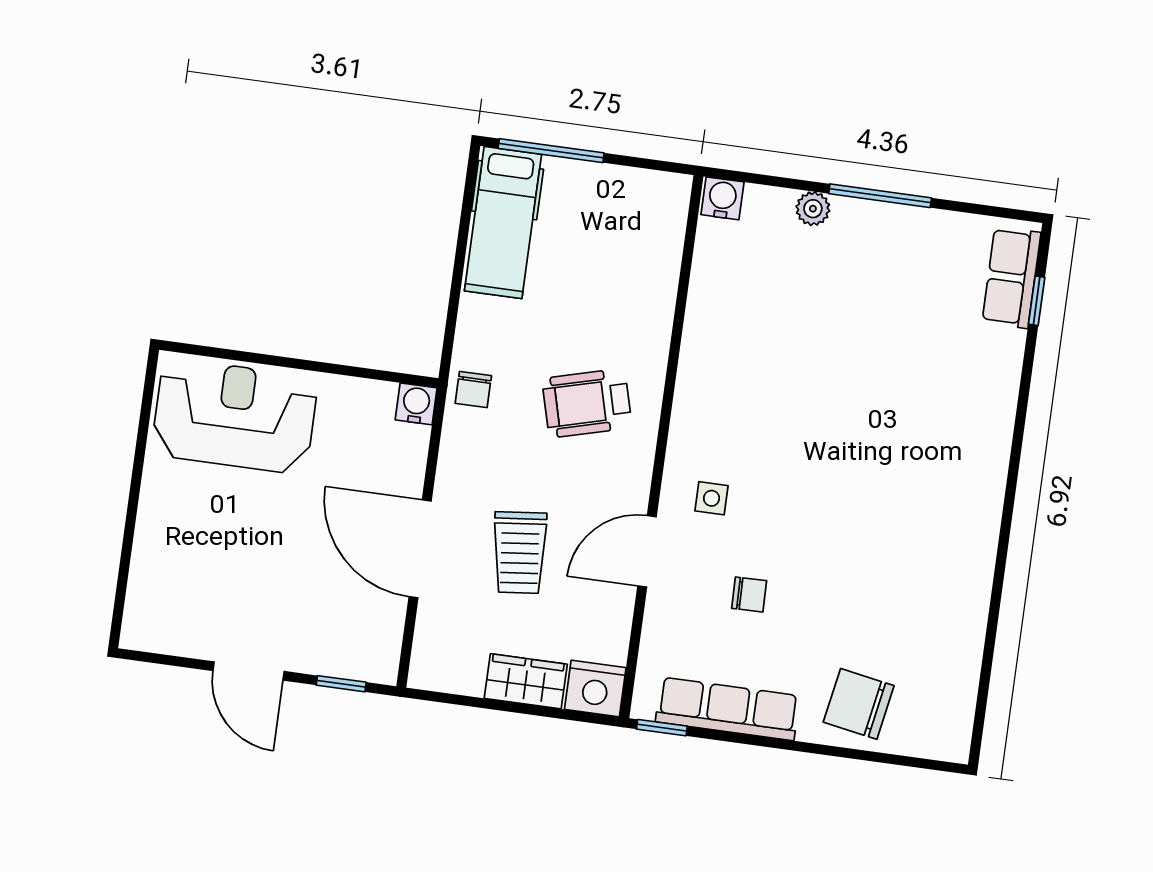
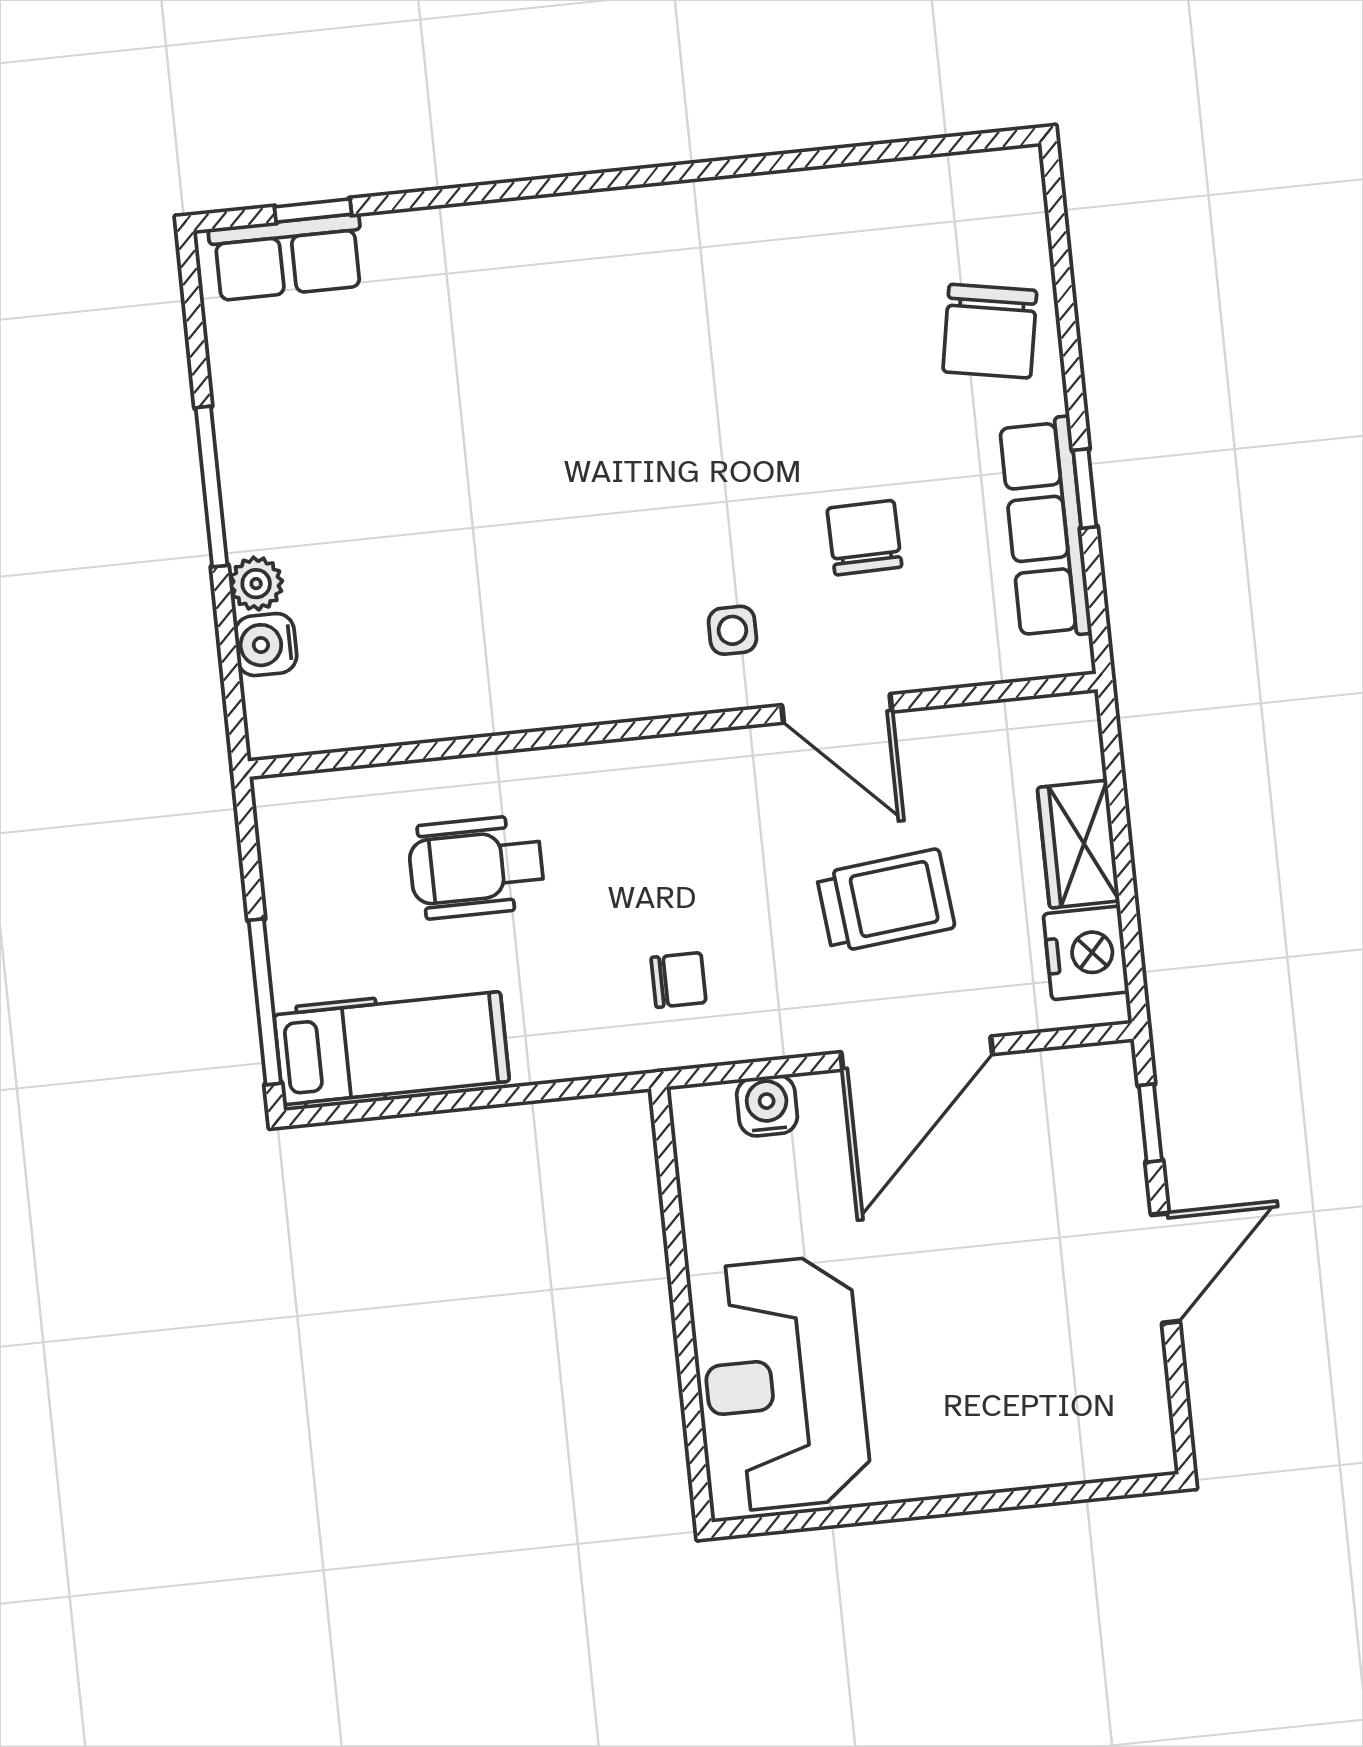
water cooler: (722, 198) -> (266, 645), moved
chair: (473, 389) -> (678, 980), moved
wheelchair: (587, 403) -> (476, 867), moved, turned 105
water cooler: (416, 404) -> (767, 1106), moved, turned 90
chair: (749, 595) -> (864, 538), width x1.37, depth x1.37
nightstand: (595, 688) -> (1086, 953), moved
window: (662, 728) -> (1085, 489), moved

